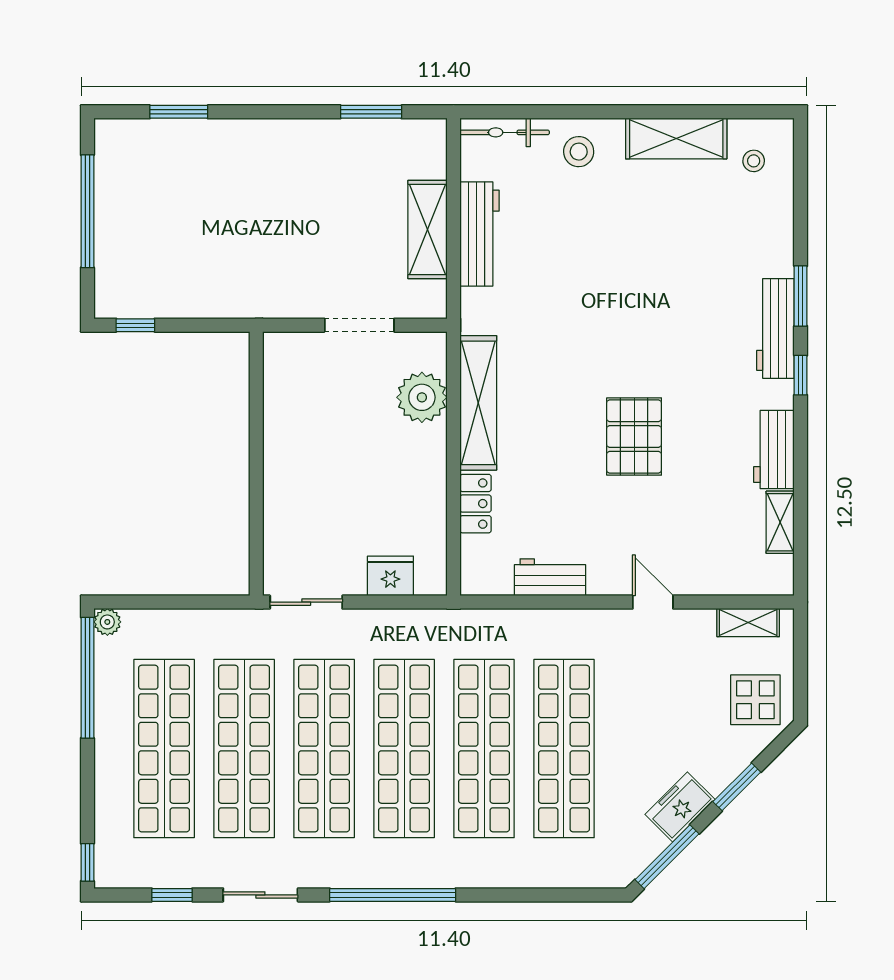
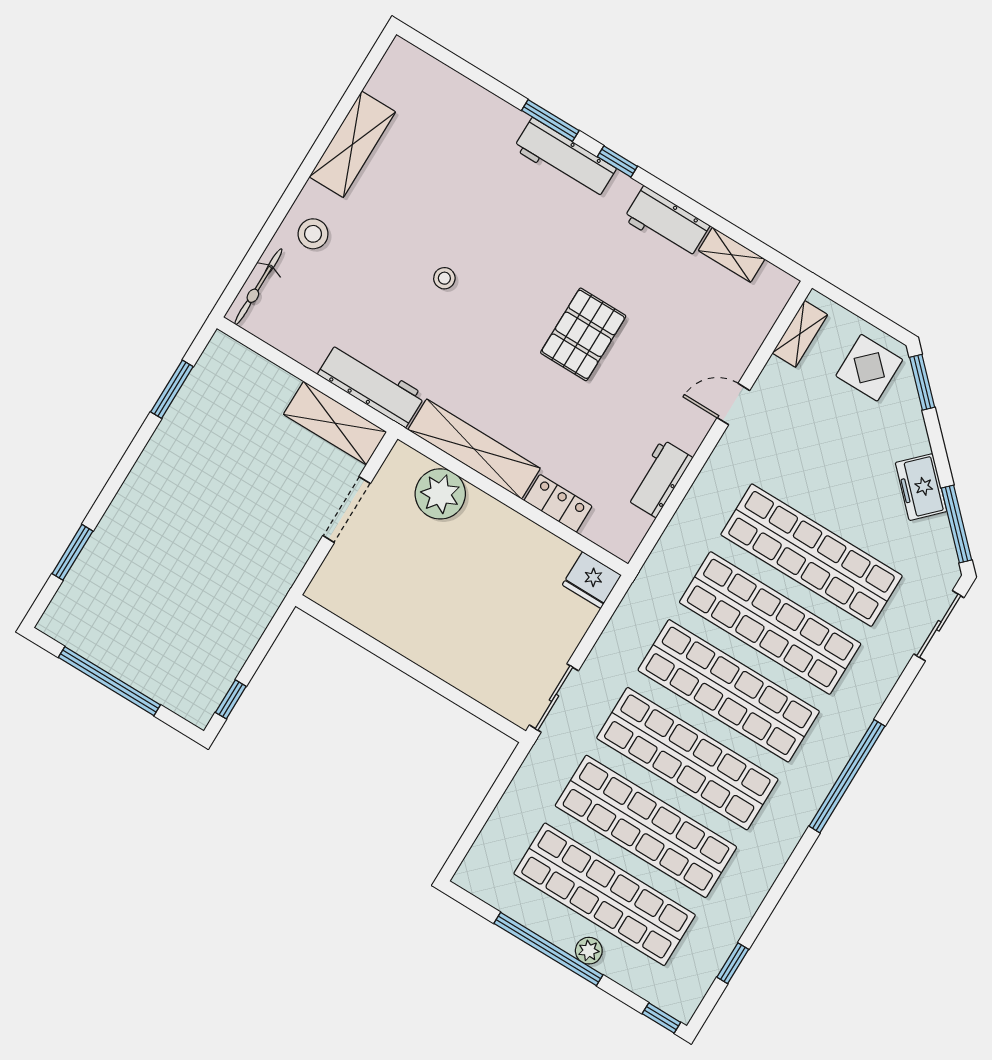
stool: (754, 161) -> (444, 278), moved
shelving: (428, 230) -> (335, 423), moved
workbench: (480, 234) -> (371, 385), moved
pallet: (634, 437) -> (583, 334), turned 90
fridge: (390, 576) -> (592, 580), moved, turned -90
plant: (107, 622) -> (589, 951), moved
window: (87, 678) -> (548, 949), moved
window: (737, 787) -> (922, 382), moved
sliding door: (260, 895) -> (939, 626), moved

